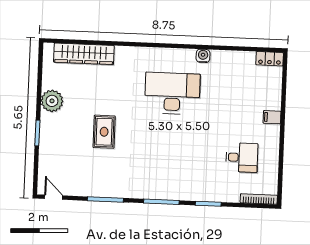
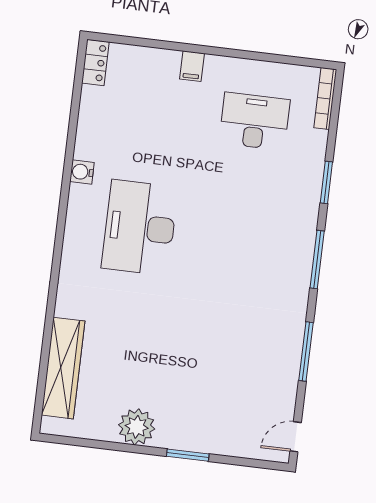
rug: (104, 132) -> (194, 345), removed
desk: (242, 157) -> (255, 121), width x1.37

